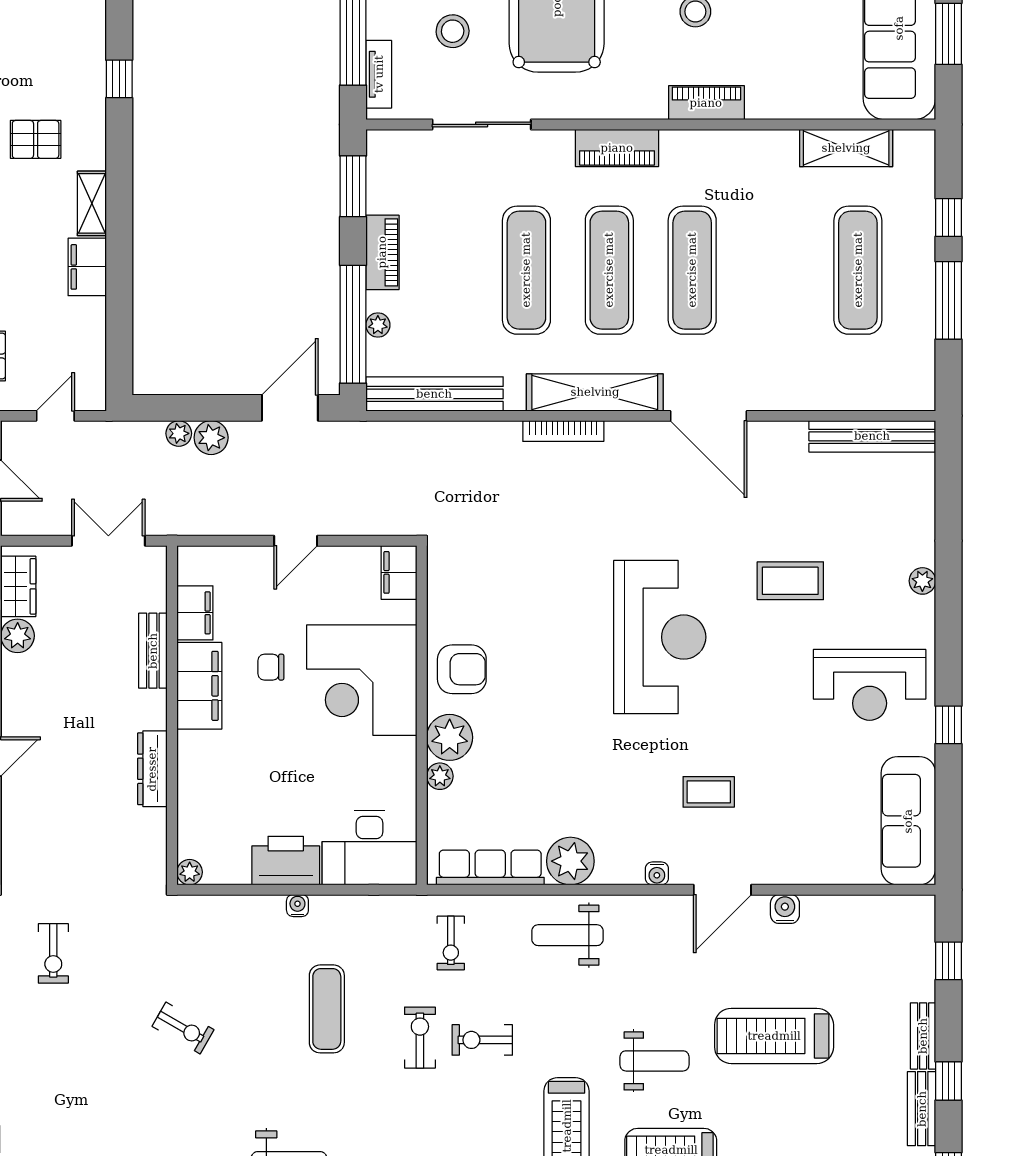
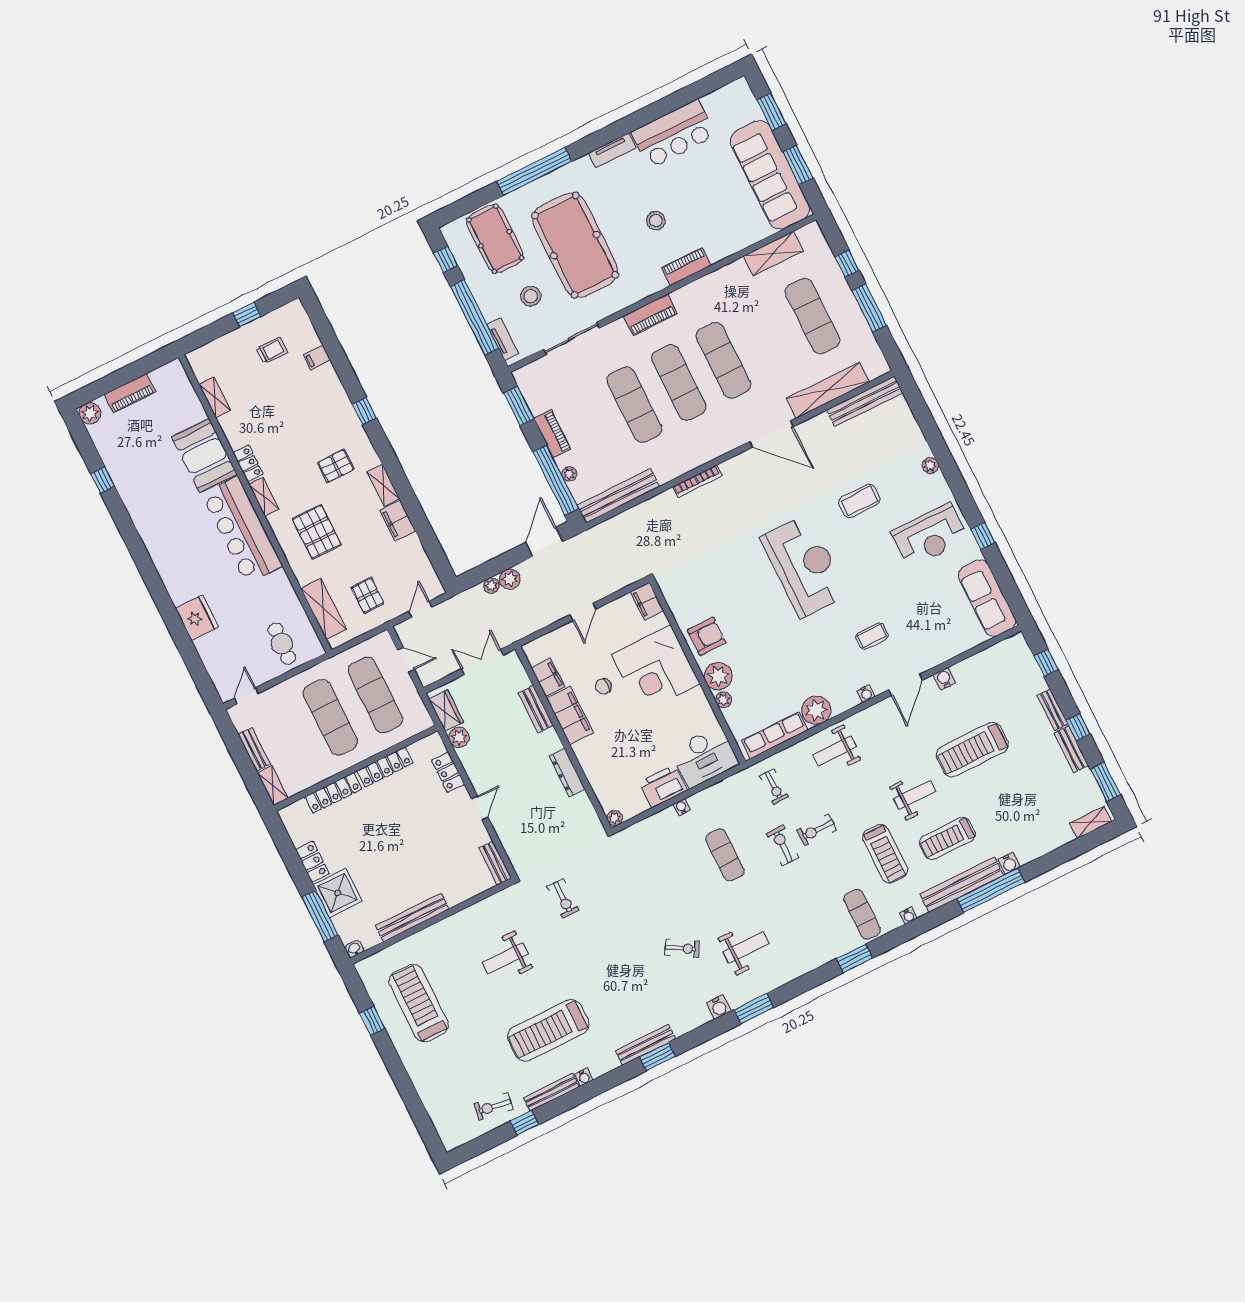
shelving: (595, 392) -> (828, 390), moved
exercise bike: (183, 1028) -> (682, 948), moved

